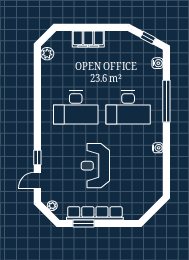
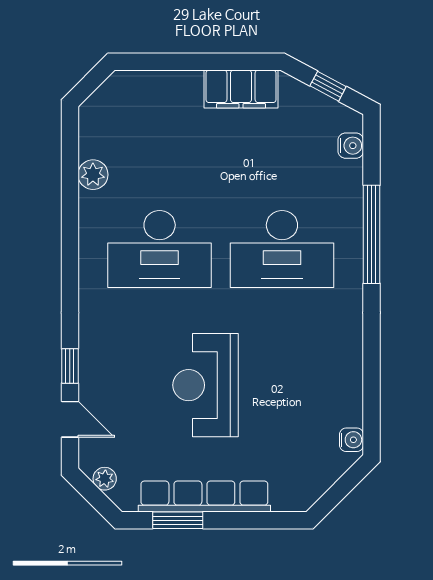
filing cabinet: (88, 39) -> (241, 89), moved
plant: (47, 54) -> (93, 175), moved
water cooler: (158, 148) -> (351, 440), moved
door: (37, 180) -> (70, 419), swing flipped

